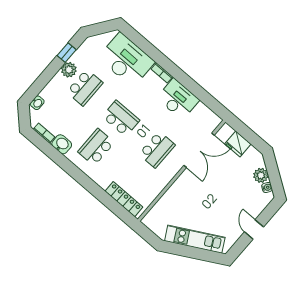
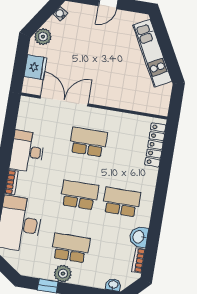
school desk: (121, 118) -> (79, 195), turned 90
school desk: (96, 147) -> (121, 202), turned 180
plant: (261, 175) -> (43, 37), moved

